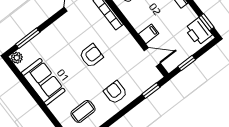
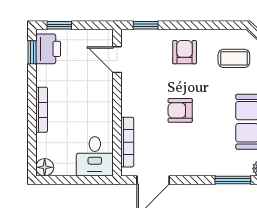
filing cabinet: (149, 34) -> (102, 87), removed
window: (187, 63) -> (59, 25), moved
armchair: (115, 92) -> (185, 52), turned 180

